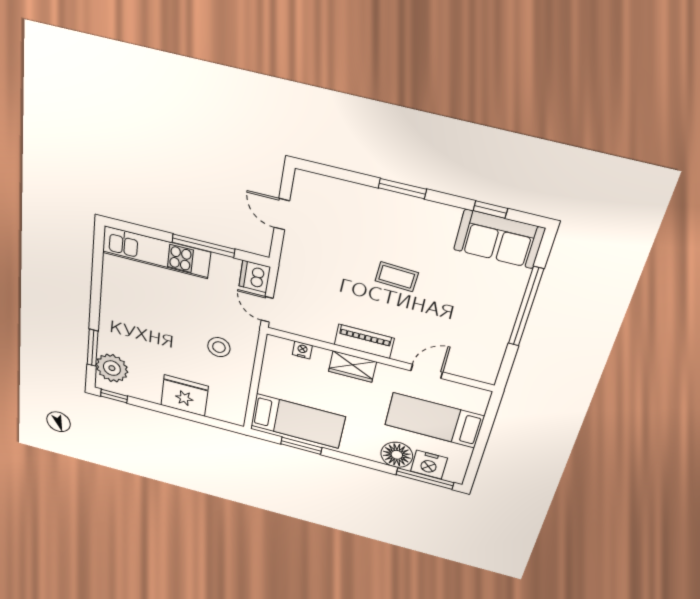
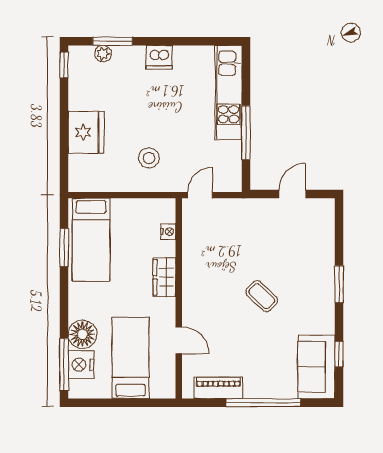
dishwasher: (255, 277) -> (159, 57), moved, turned 180
coffee table: (397, 277) -> (262, 296), turned -50
piano: (364, 341) -> (218, 388), moved, turned -90
plant: (112, 368) -> (103, 54), width x0.53, depth x0.53

